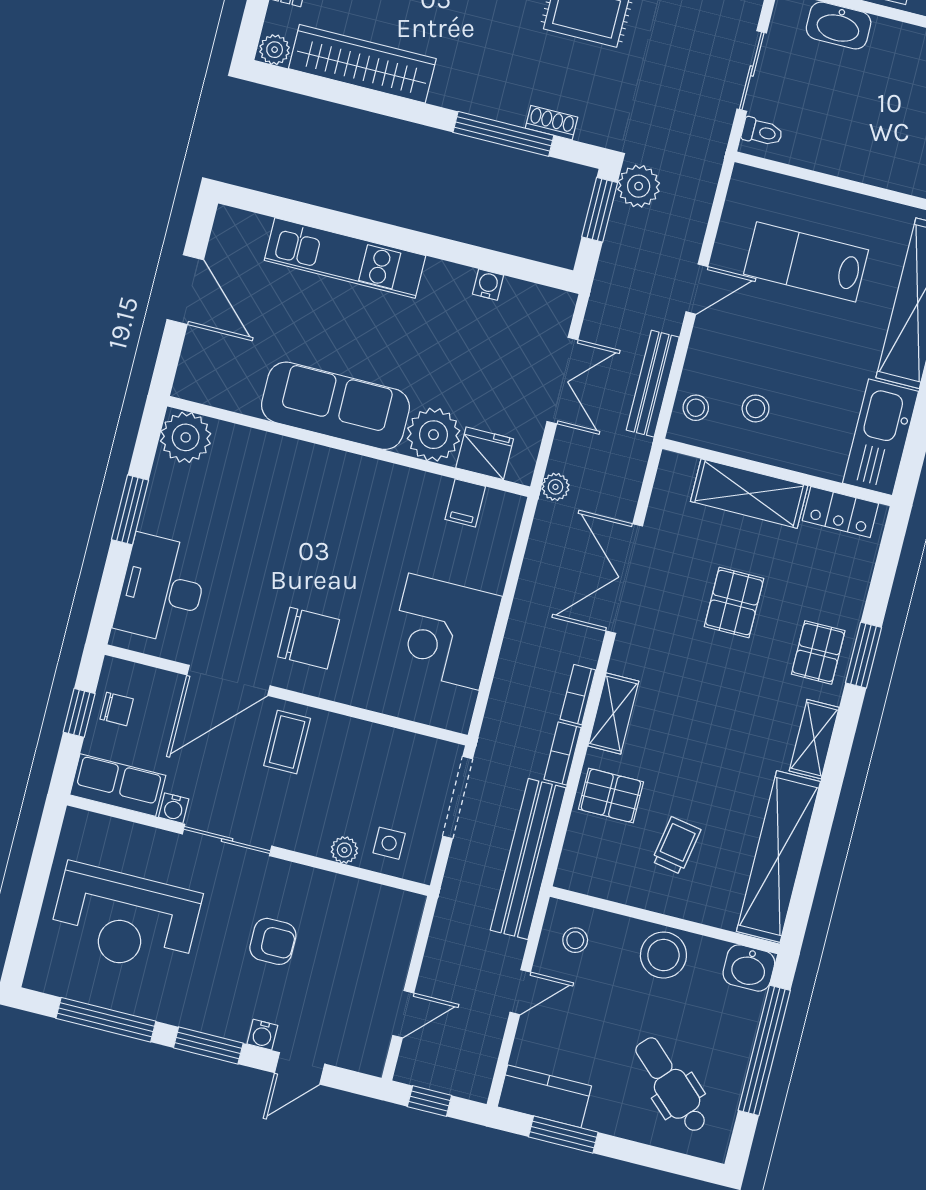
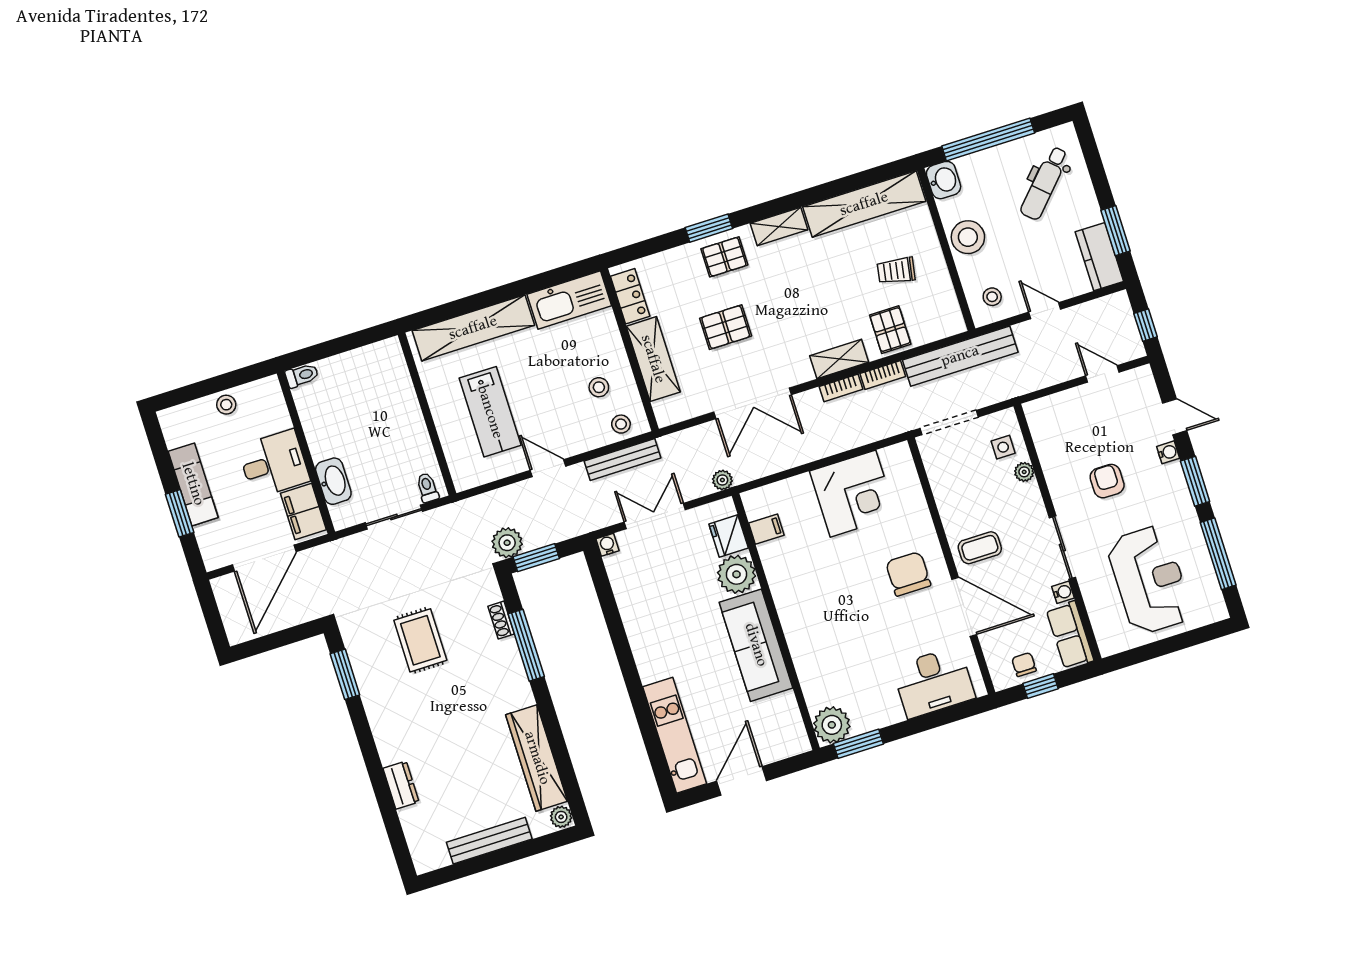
kitchen unit: (345, 258) -> (675, 735), moved
water cooler: (488, 285) -> (607, 545), moved, turned 90
window: (130, 510) -> (858, 744), moved

